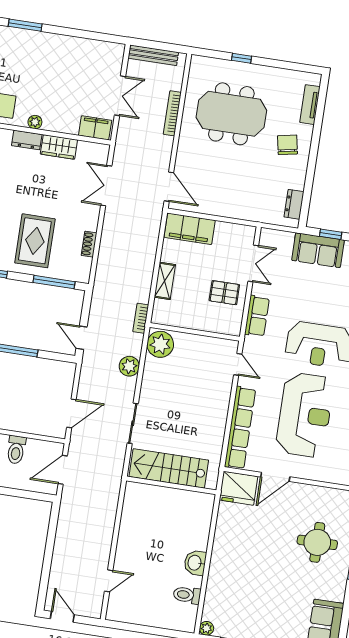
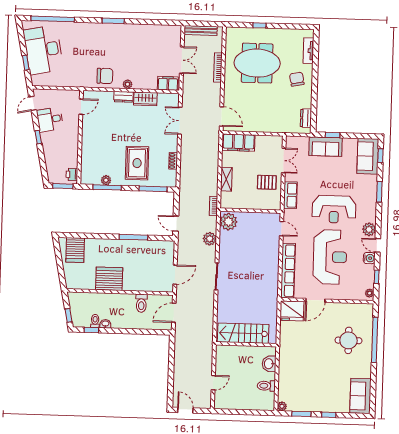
stairs: (169, 468) -> (243, 333), moved
wall: (171, 485) -> (246, 344), moved

